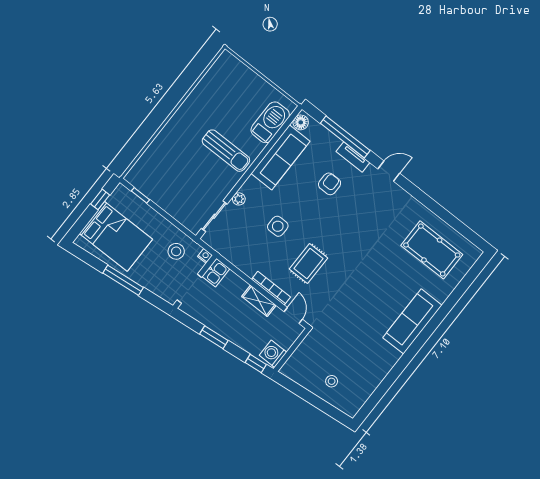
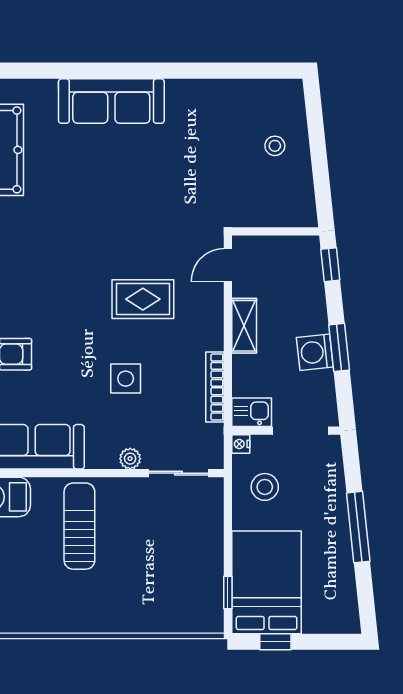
bed: (116, 236) -> (267, 582), moved
bookcase: (271, 288) -> (215, 387), moved
washing machine: (273, 354) -> (315, 352), moved, turned 84

